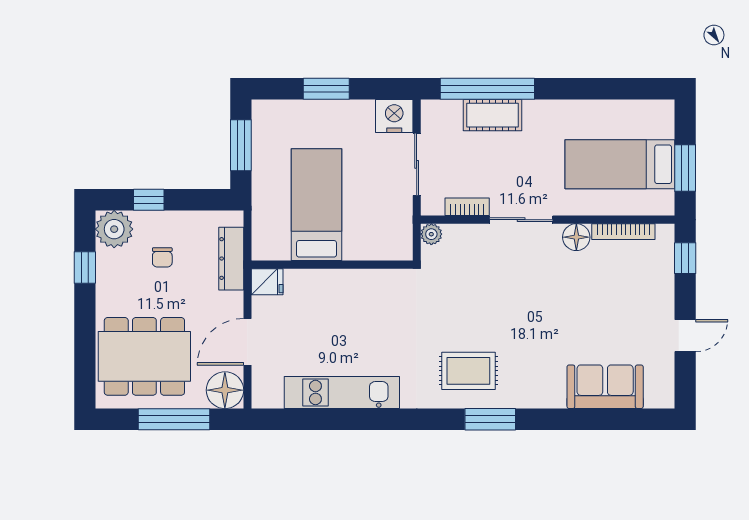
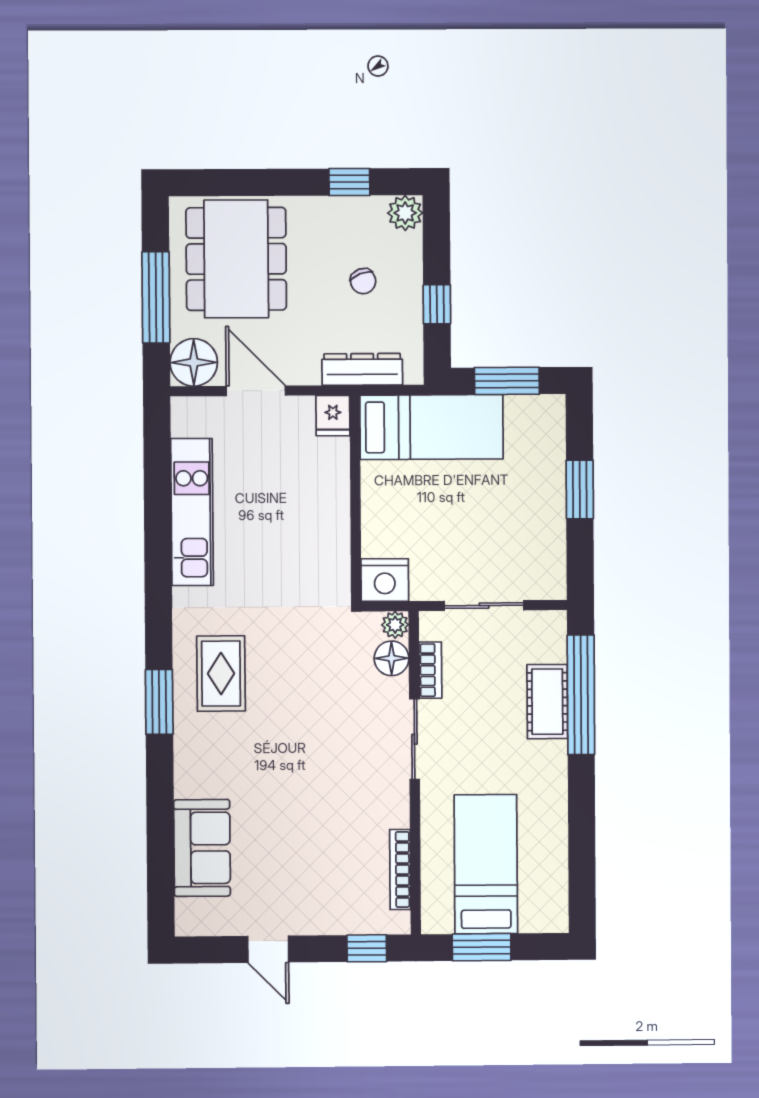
nightstand: (394, 116) -> (385, 580), moved, turned 90
window: (149, 200) -> (437, 304), moved
bed: (316, 205) -> (432, 427), moved
plant: (114, 229) -> (405, 213), width x0.73, depth x0.73
floor lamp: (576, 237) -> (392, 658), moved
chair: (162, 257) -> (363, 281), turned -111

